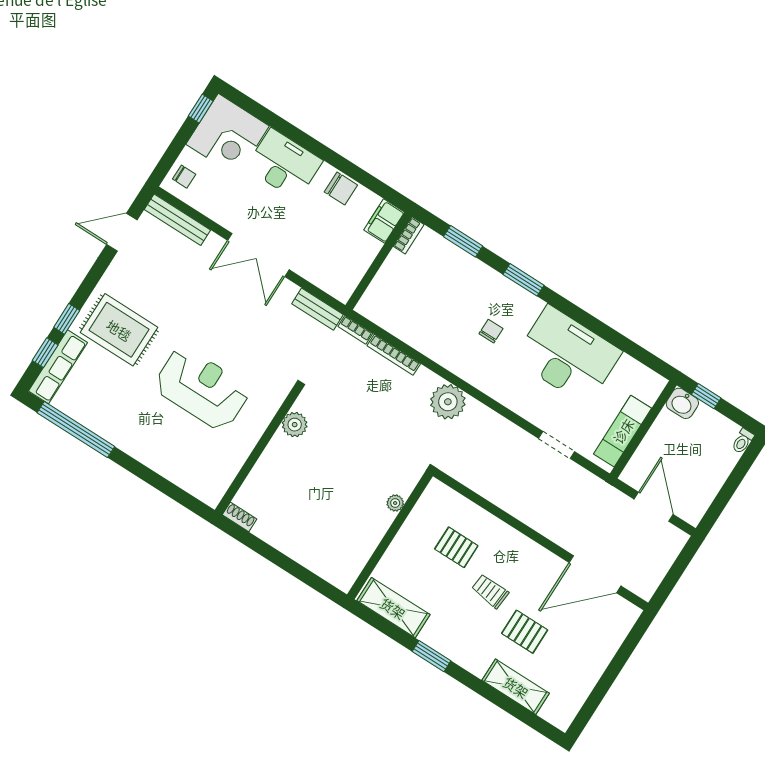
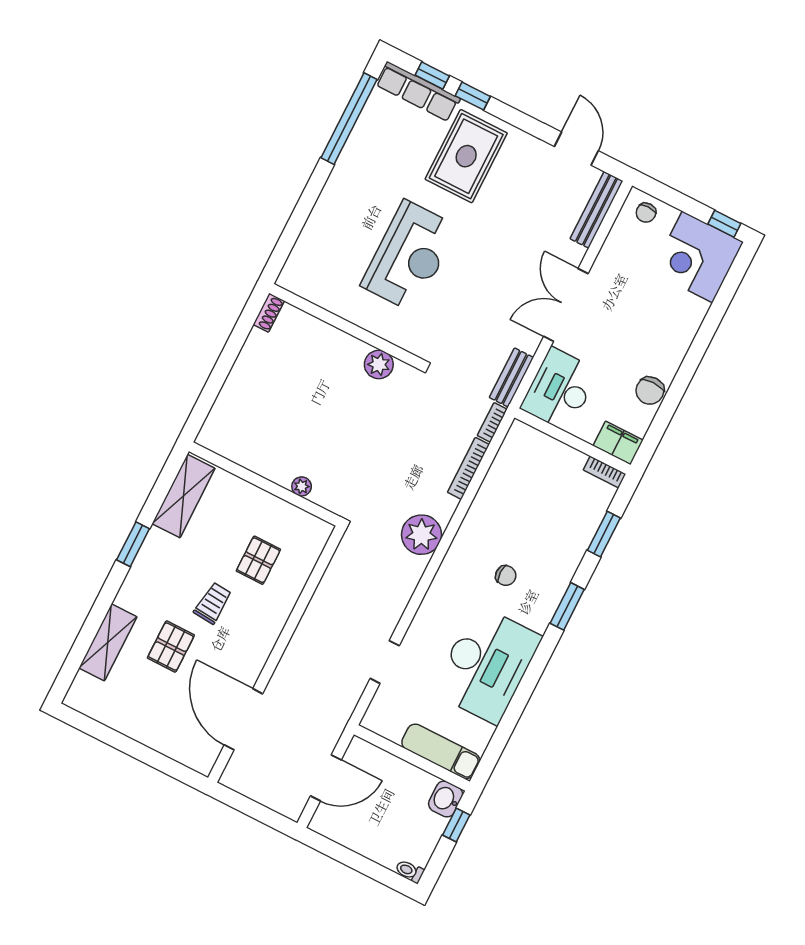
desk: (284, 164) -> (560, 389), moved, turned 180
exam couch: (623, 431) -> (441, 751), moved

